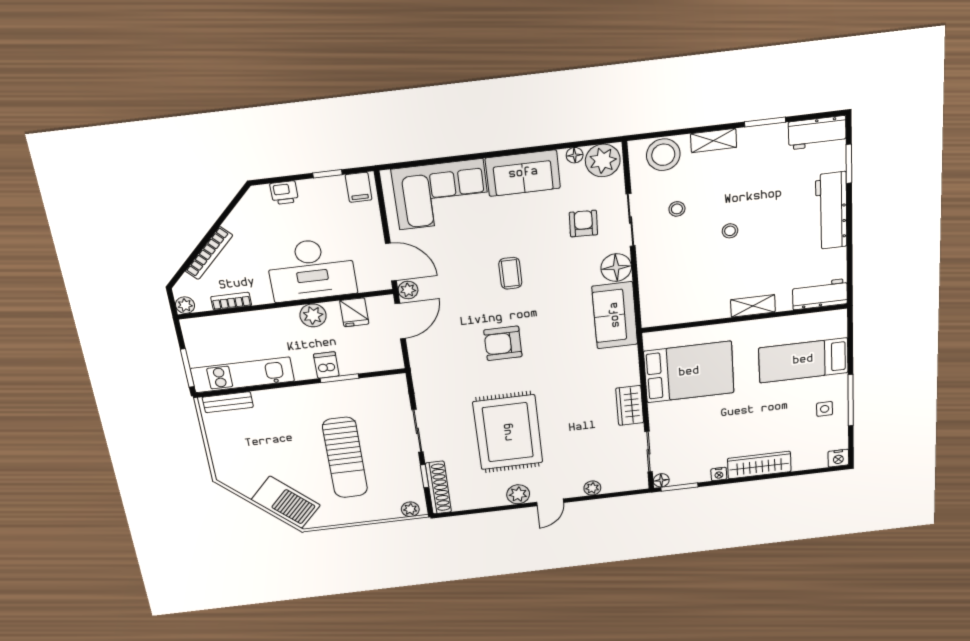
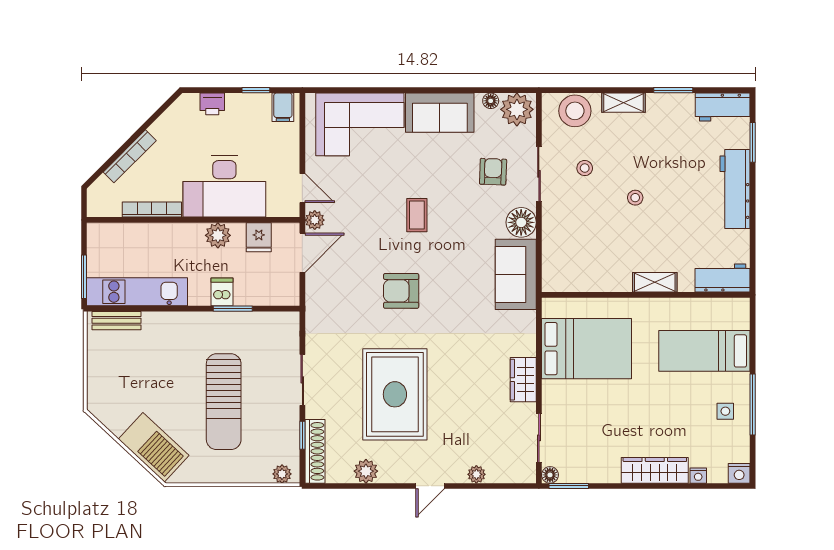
door: (391, 262) -> (302, 188), width x0.73
bookcase: (231, 301) -> (152, 210), width x1.56
plant: (185, 305) -> (96, 208), removed
nightstand: (719, 474) -> (698, 476), moved
plant: (518, 494) -> (366, 471), moved

